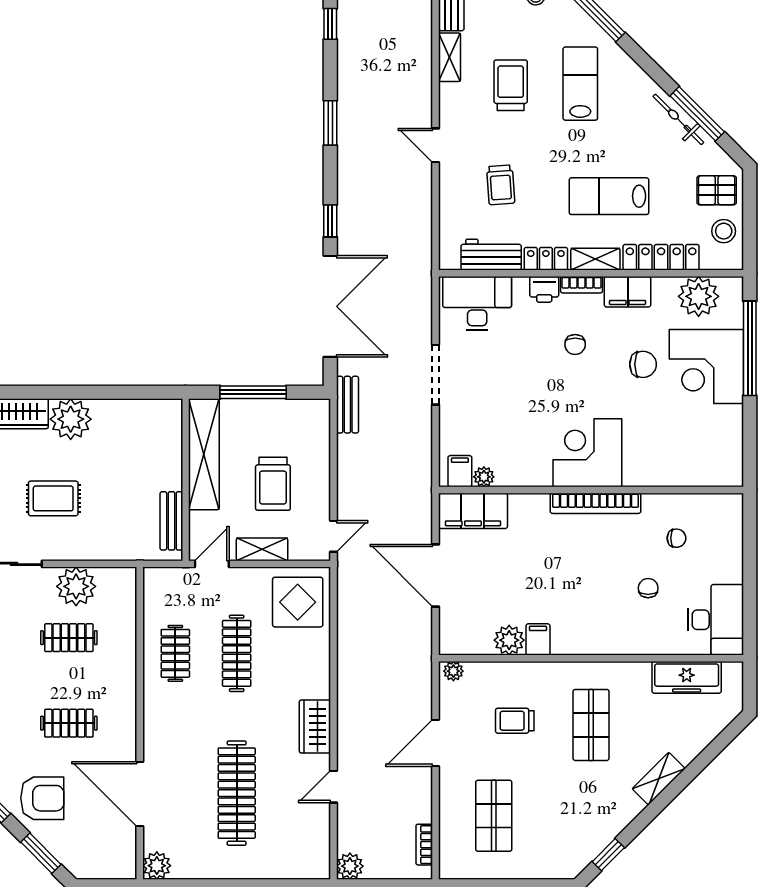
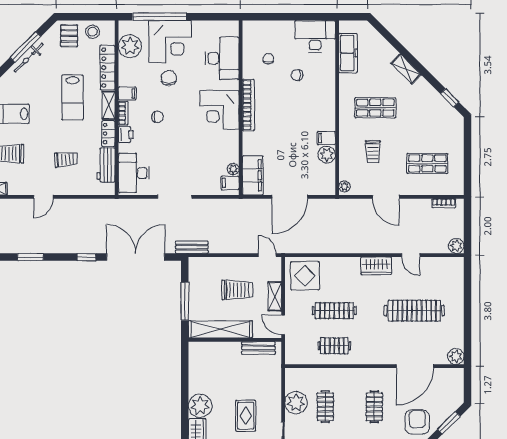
filing cabinet: (628, 292) -> (127, 93), width x0.50
desk: (677, 458) -> (222, 58), added

